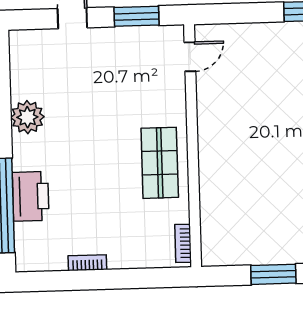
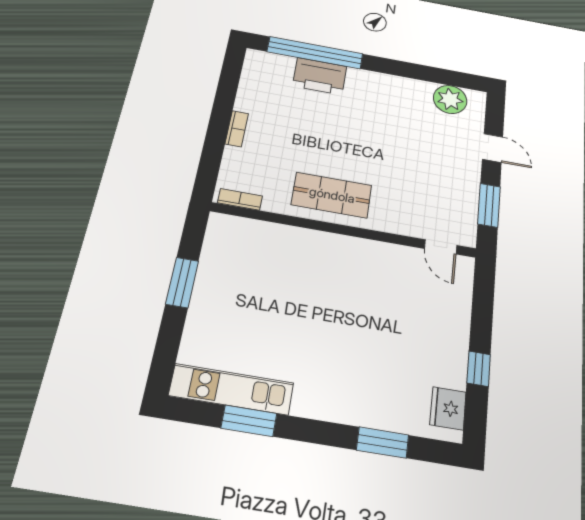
plant: (27, 117) -> (450, 99), moved
bookcase: (87, 263) -> (237, 129), moved

